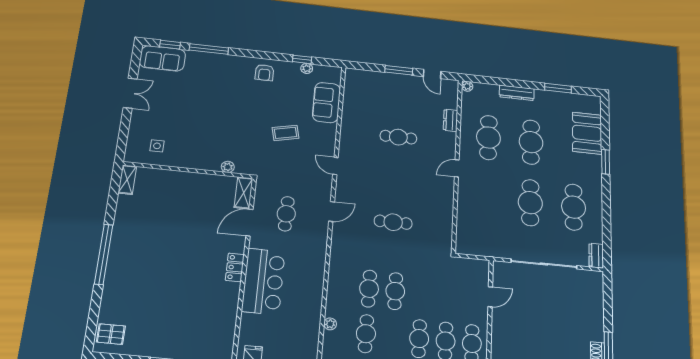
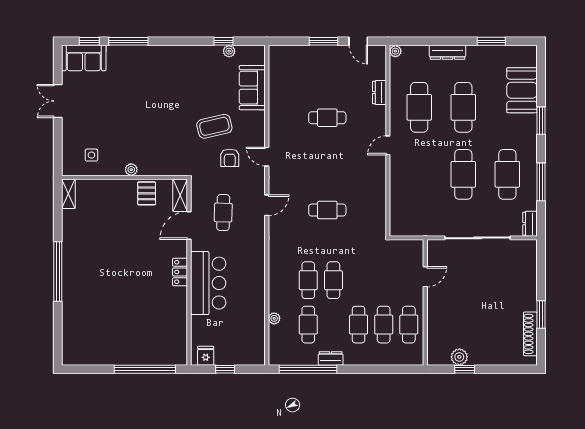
armchair: (264, 73) -> (230, 158), moved
double door: (130, 93) -> (58, 101), swing flipped
coffee table: (285, 133) -> (214, 126), width x1.36, depth x1.30
plant: (228, 167) -> (131, 170), moved
window: (606, 217) -> (541, 182), added
pallet: (111, 334) -> (147, 193), moved, turned 90

